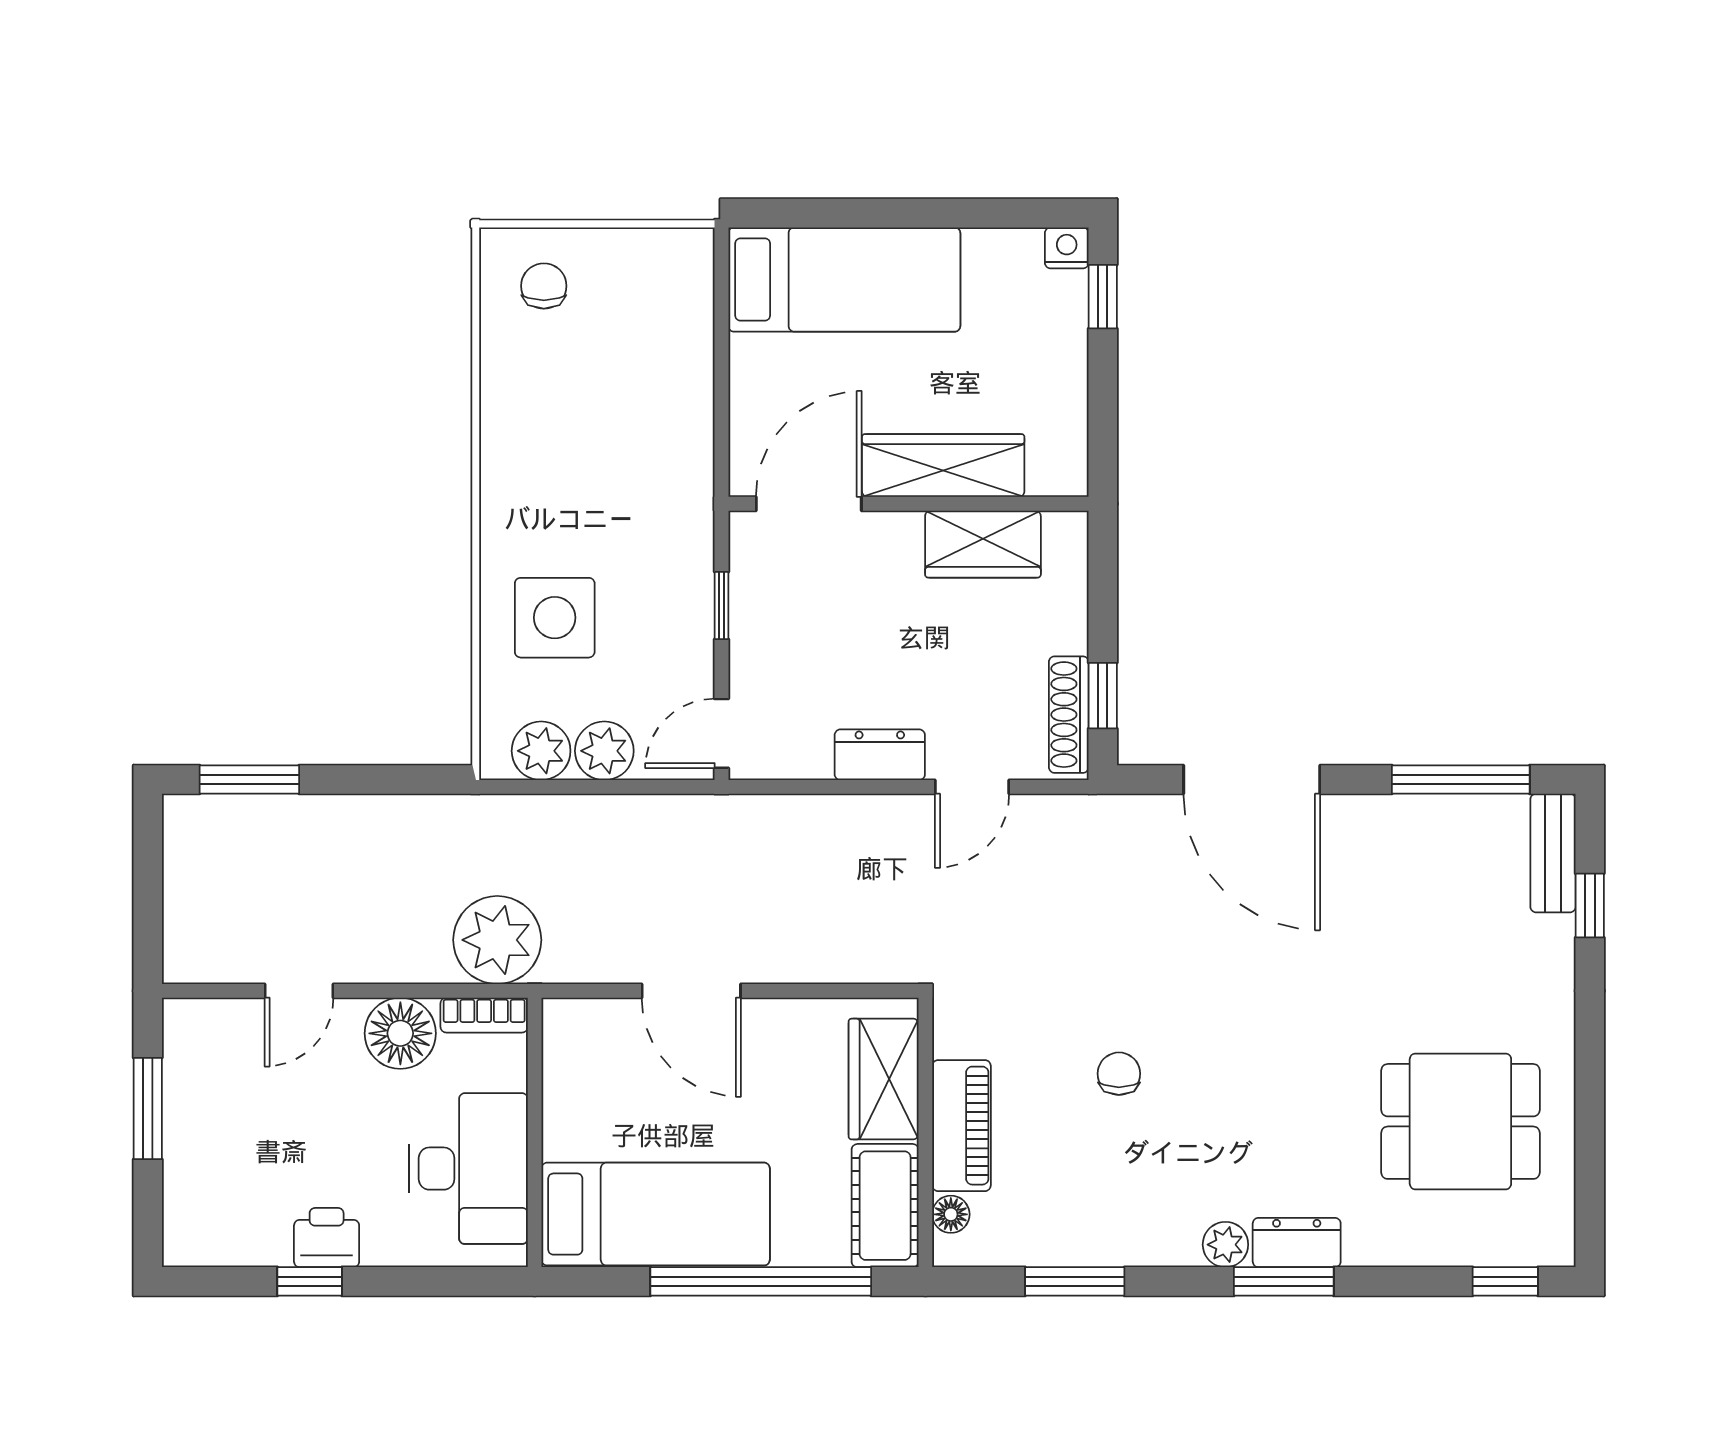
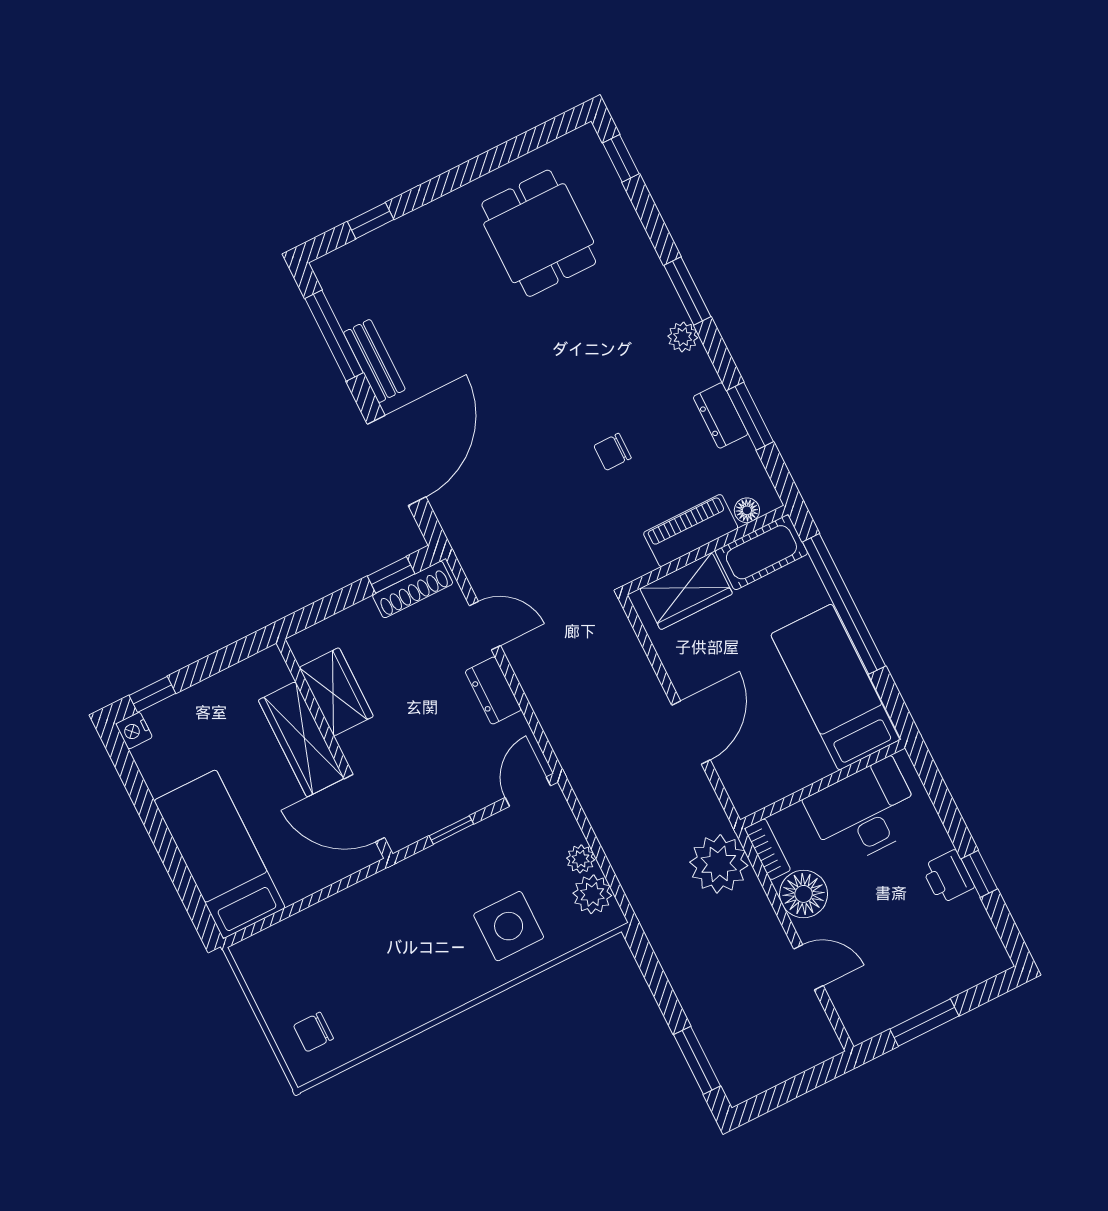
door: (721, 733) -> (528, 792), swing flipped
plant: (604, 751) -> (581, 859), width x0.73, depth x0.73
bench: (1553, 853) -> (374, 361), moved, turned 90
dresser: (1297, 1243) -> (721, 415), moved

